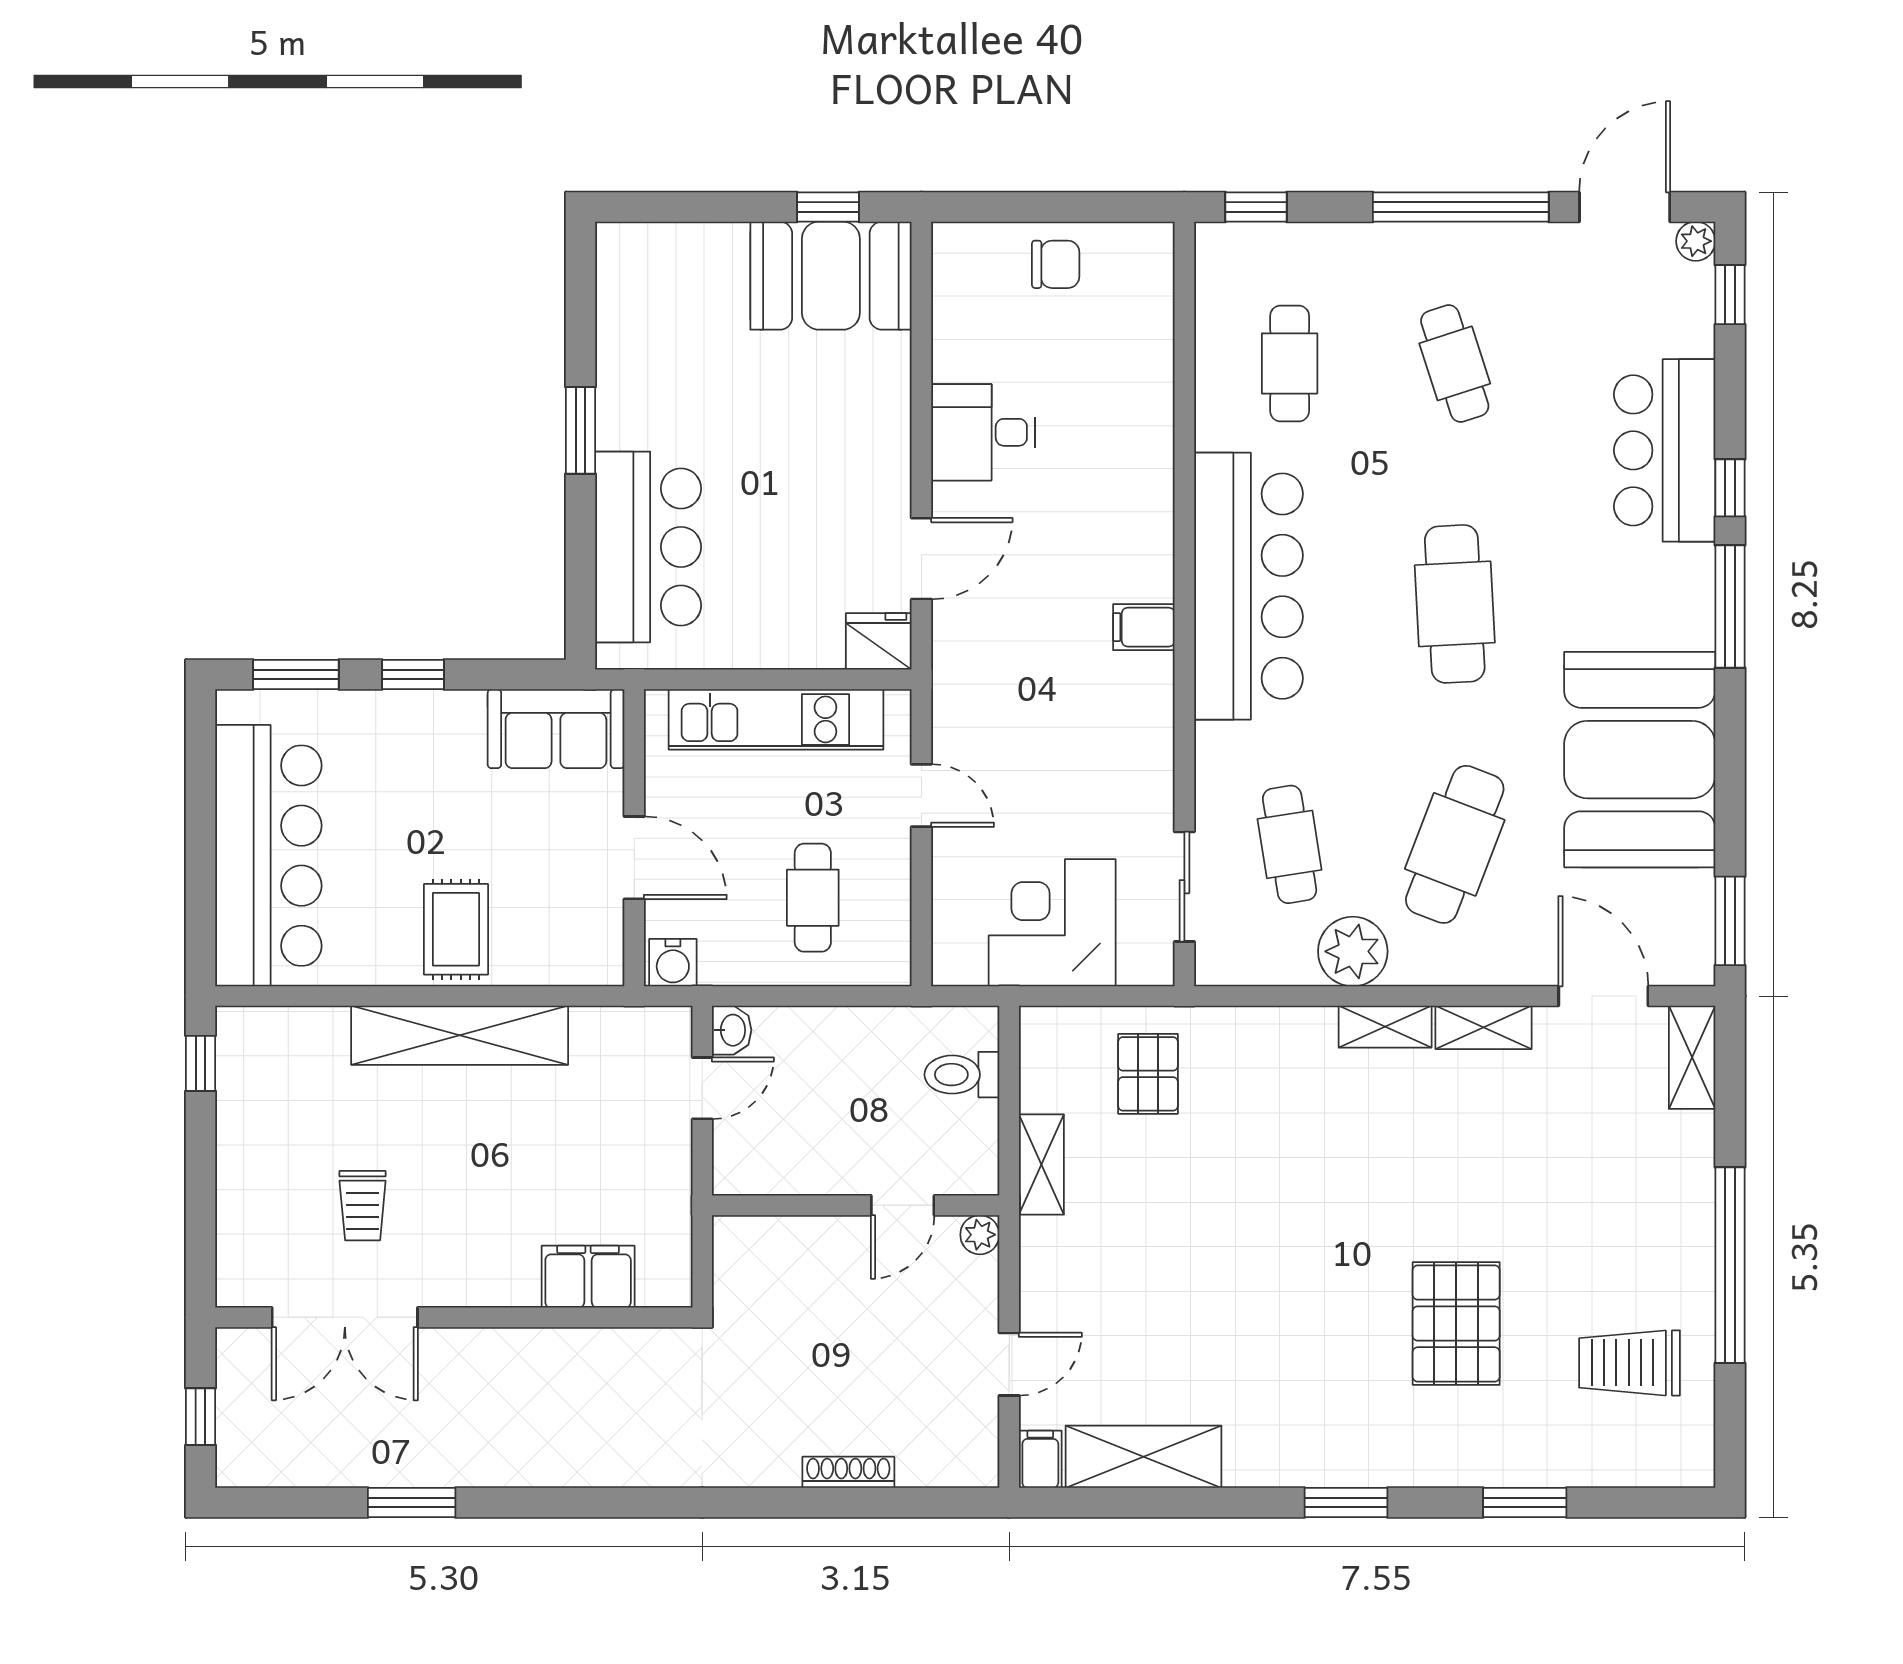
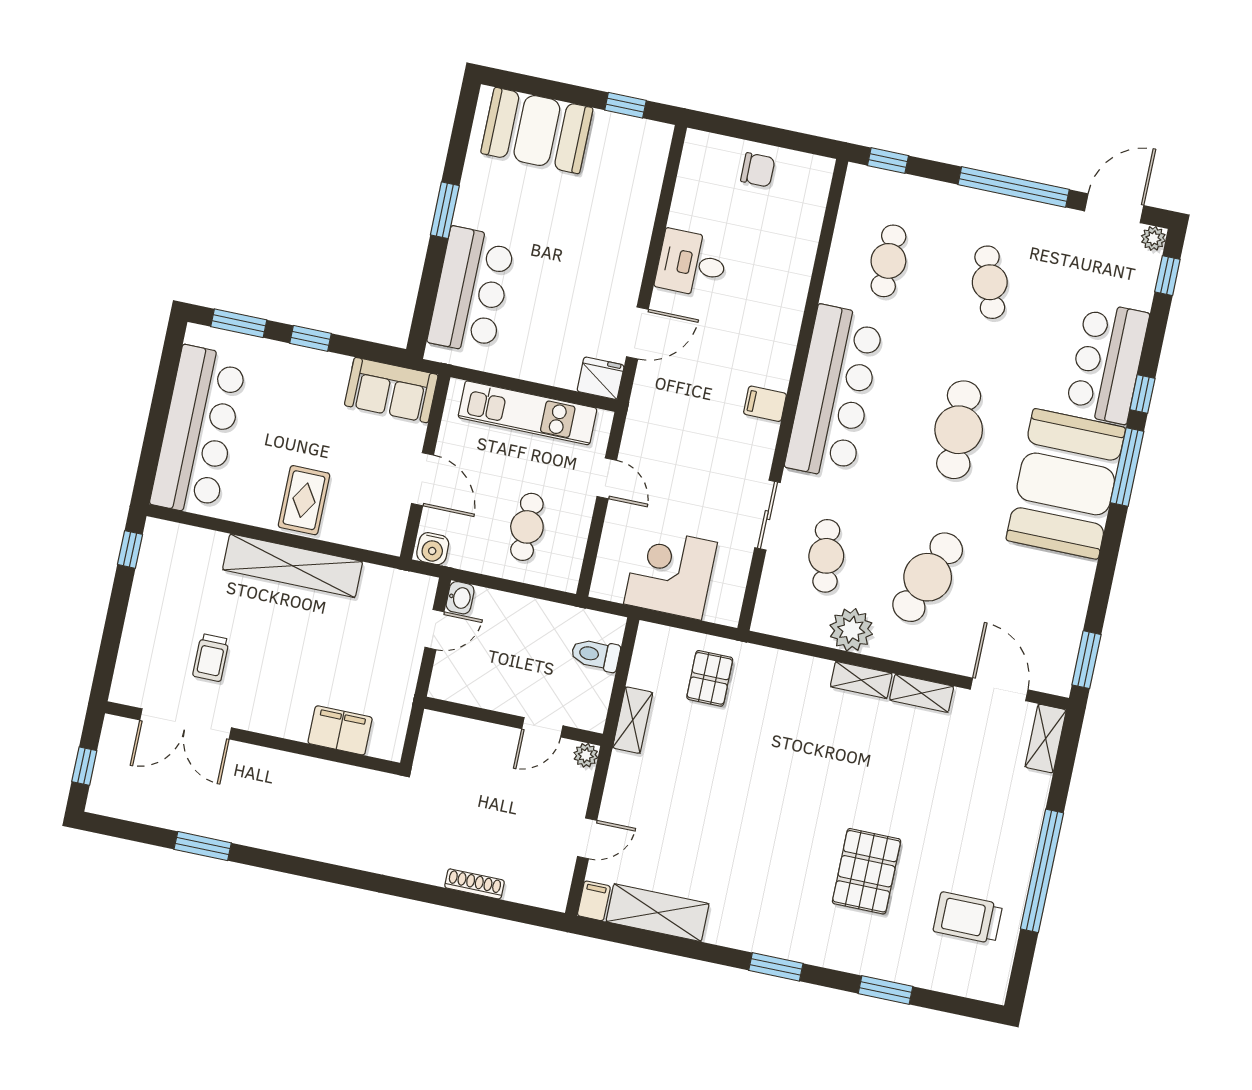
booth: (831, 276) -> (537, 131), moved
booth: (1640, 760) -> (1066, 484), moved
sliding door: (1184, 887) -> (768, 515), moved

